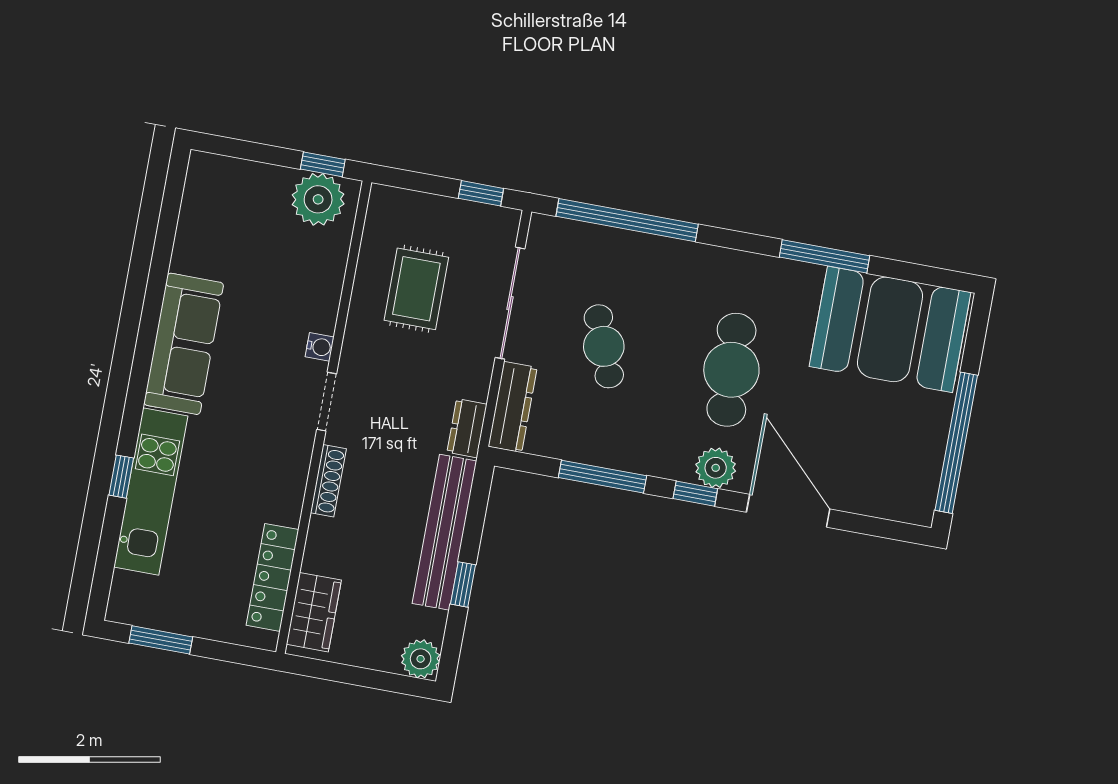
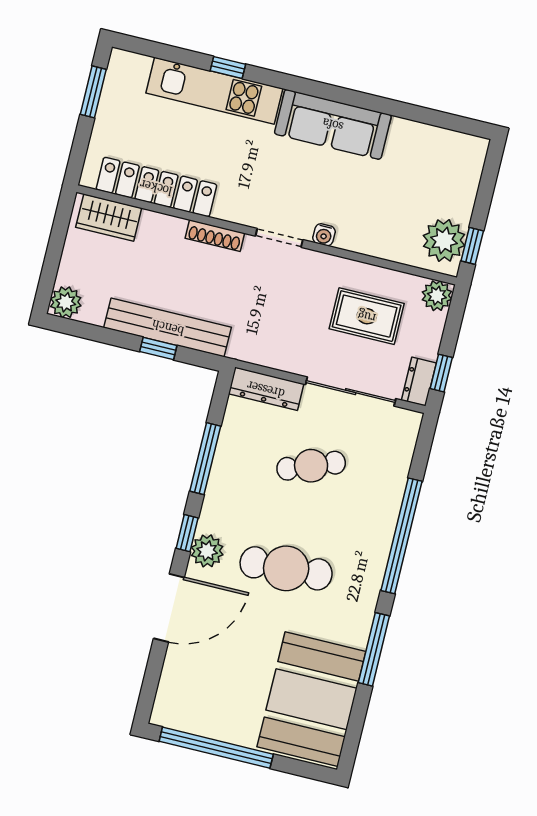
plant: (386, 204) -> (437, 296), added
window: (627, 220) -> (402, 536), moved
dresser: (467, 428) -> (419, 382), moved, turned -90
locker: (273, 577) -> (156, 187), width x1.41, depth x1.21
window: (463, 584) -> (158, 349), moved

